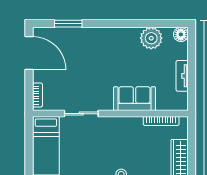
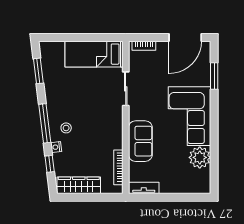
floor lamp: (181, 34) -> (203, 187), removed
corner sofa: (109, 49) -> (189, 116), added
tv unit: (182, 76) -> (144, 188), moved

